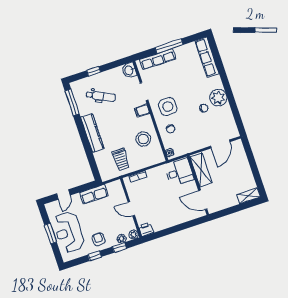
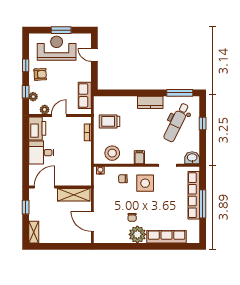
row of seats: (207, 57) -> (167, 237), moved
row of seats: (158, 59) -> (194, 195), width x1.36
dental chair: (101, 96) -> (177, 122), width x1.36, depth x1.38
filing cabinet: (142, 111) -> (139, 157), moved
kitchen counter: (92, 133) -> (150, 102), width x0.67
stool: (143, 139) -> (112, 153), moved
desk: (179, 172) -> (41, 153), moved, turned 90
row of seats: (94, 194) -> (85, 95), moved
window: (228, 211) -> (26, 207), added
printer: (146, 229) -> (37, 128), width x1.87, depth x1.48
plant: (134, 235) -> (45, 110), moved

